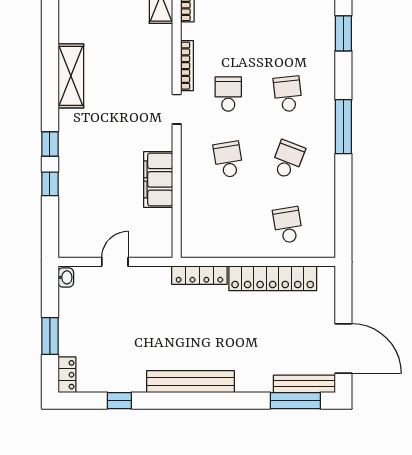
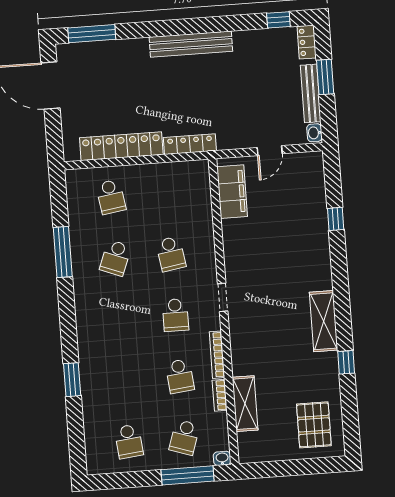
bookcase: (187, 66) -> (217, 355), moved
school desk: (288, 94) -> (180, 376), moved
window: (343, 127) -> (63, 252), moved
window: (50, 144) -> (346, 362), moved
filing cabinet: (158, 179) -> (232, 192), moved
bench: (304, 384) -> (311, 93), moved, turned 90
window: (119, 401) -> (278, 20), moved

